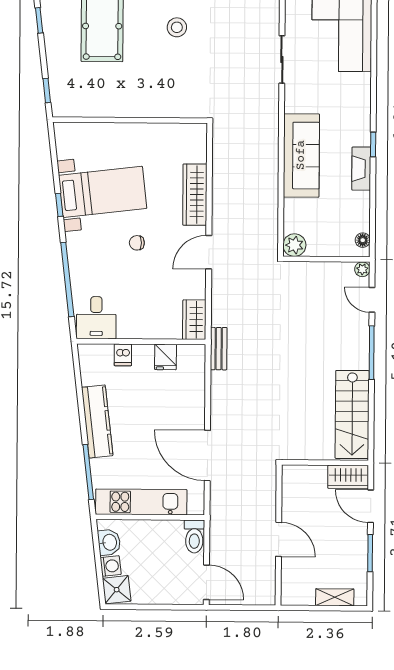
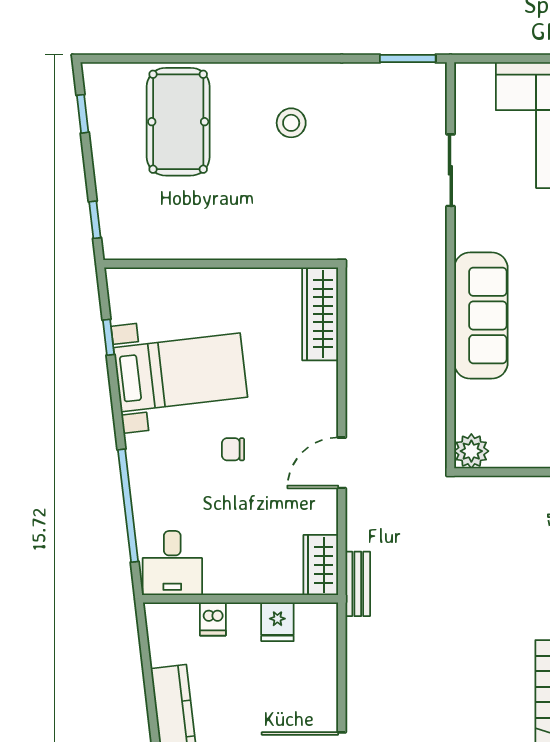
wardrobe: (195, 195) -> (320, 314), moved
window: (59, 205) -> (109, 337), moved
bench: (219, 349) -> (358, 584), moved

